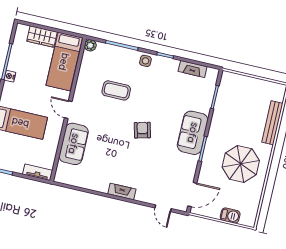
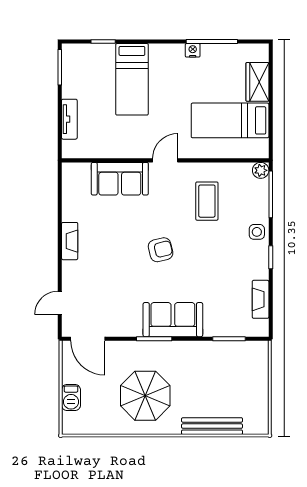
plant: (90, 45) -> (261, 170), moved
door: (68, 110) -> (165, 160), moved
wall: (68, 110) -> (165, 160), moved
sofa: (74, 144) -> (120, 179), moved

